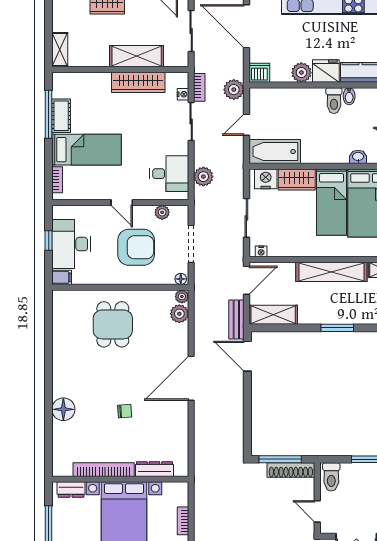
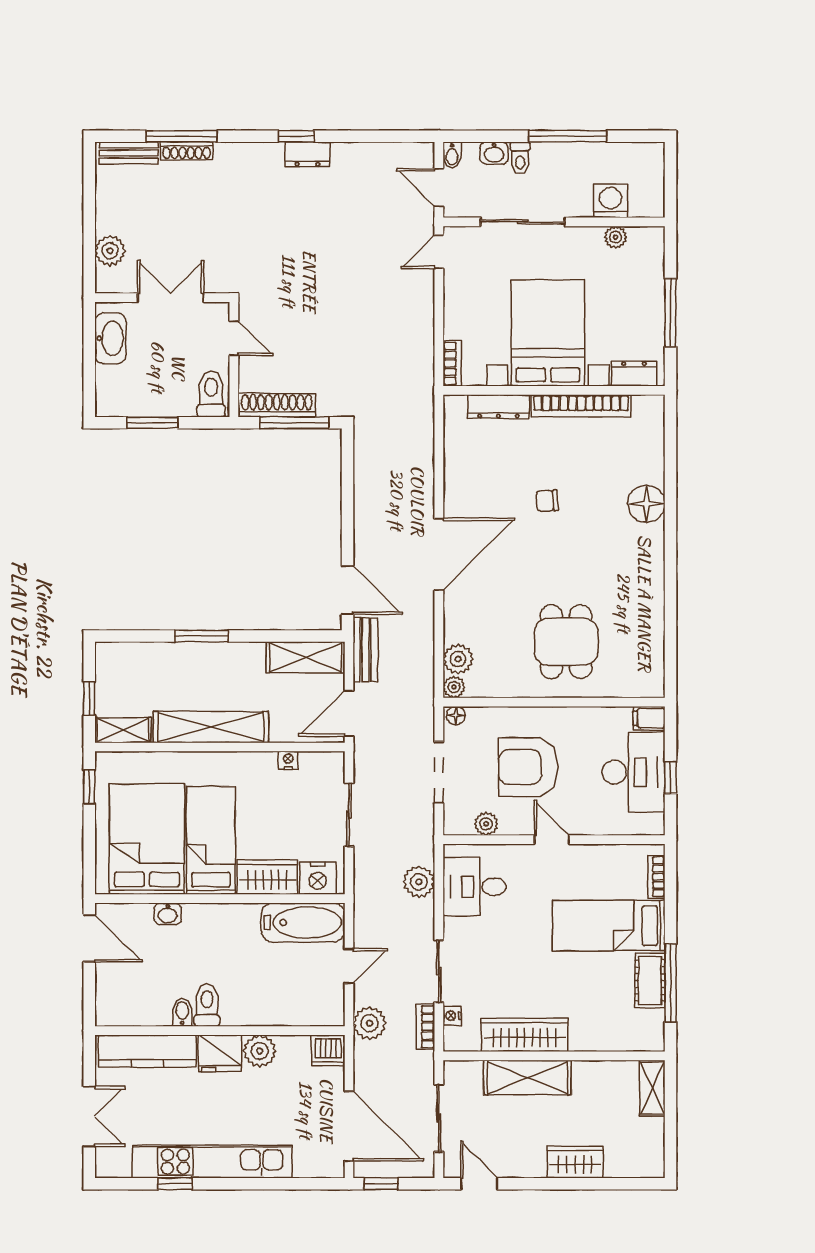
nightstand: (261, 251) -> (288, 760), moved
bookcase: (183, 521) -> (452, 363), moved

